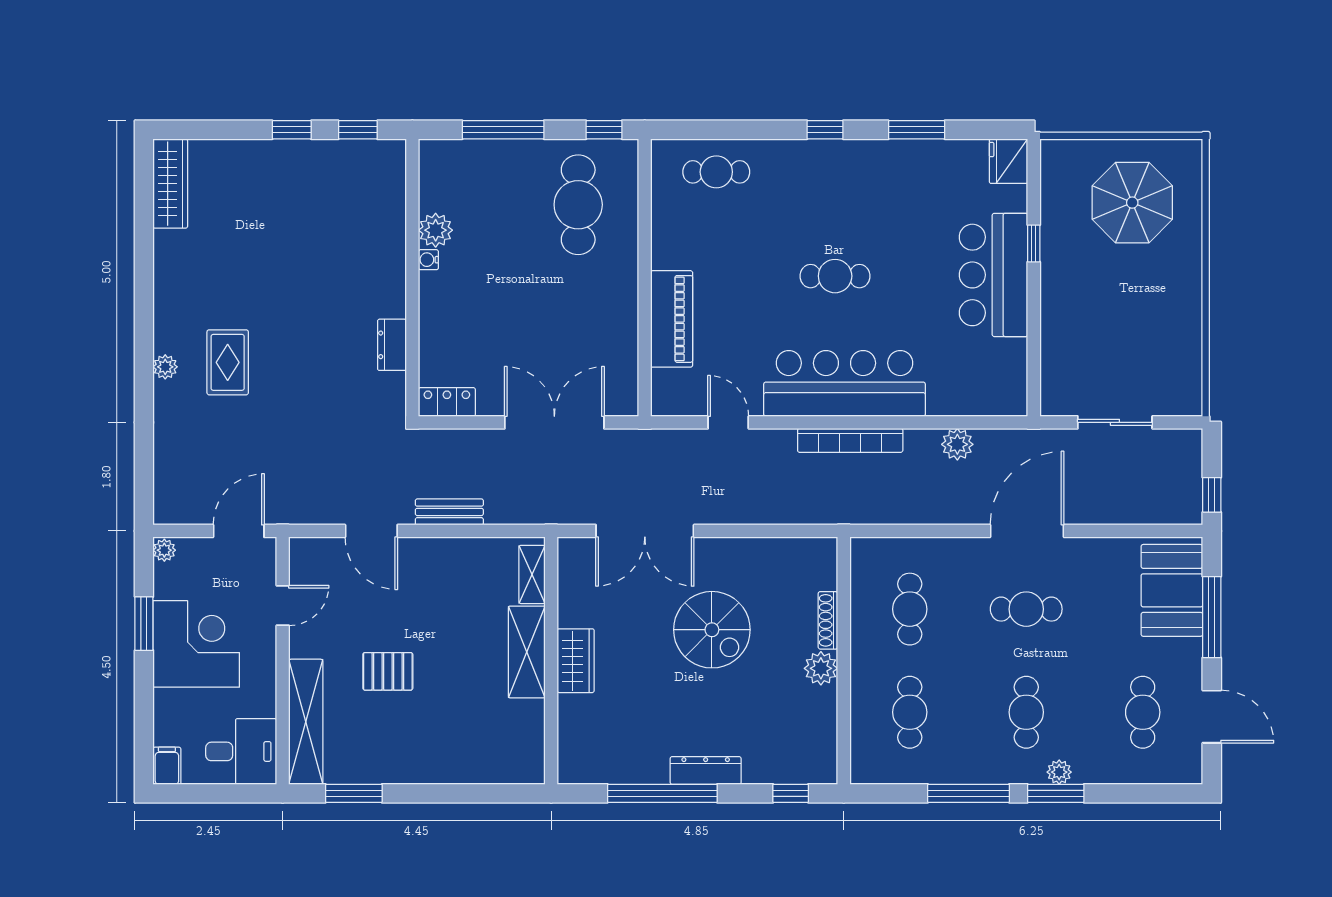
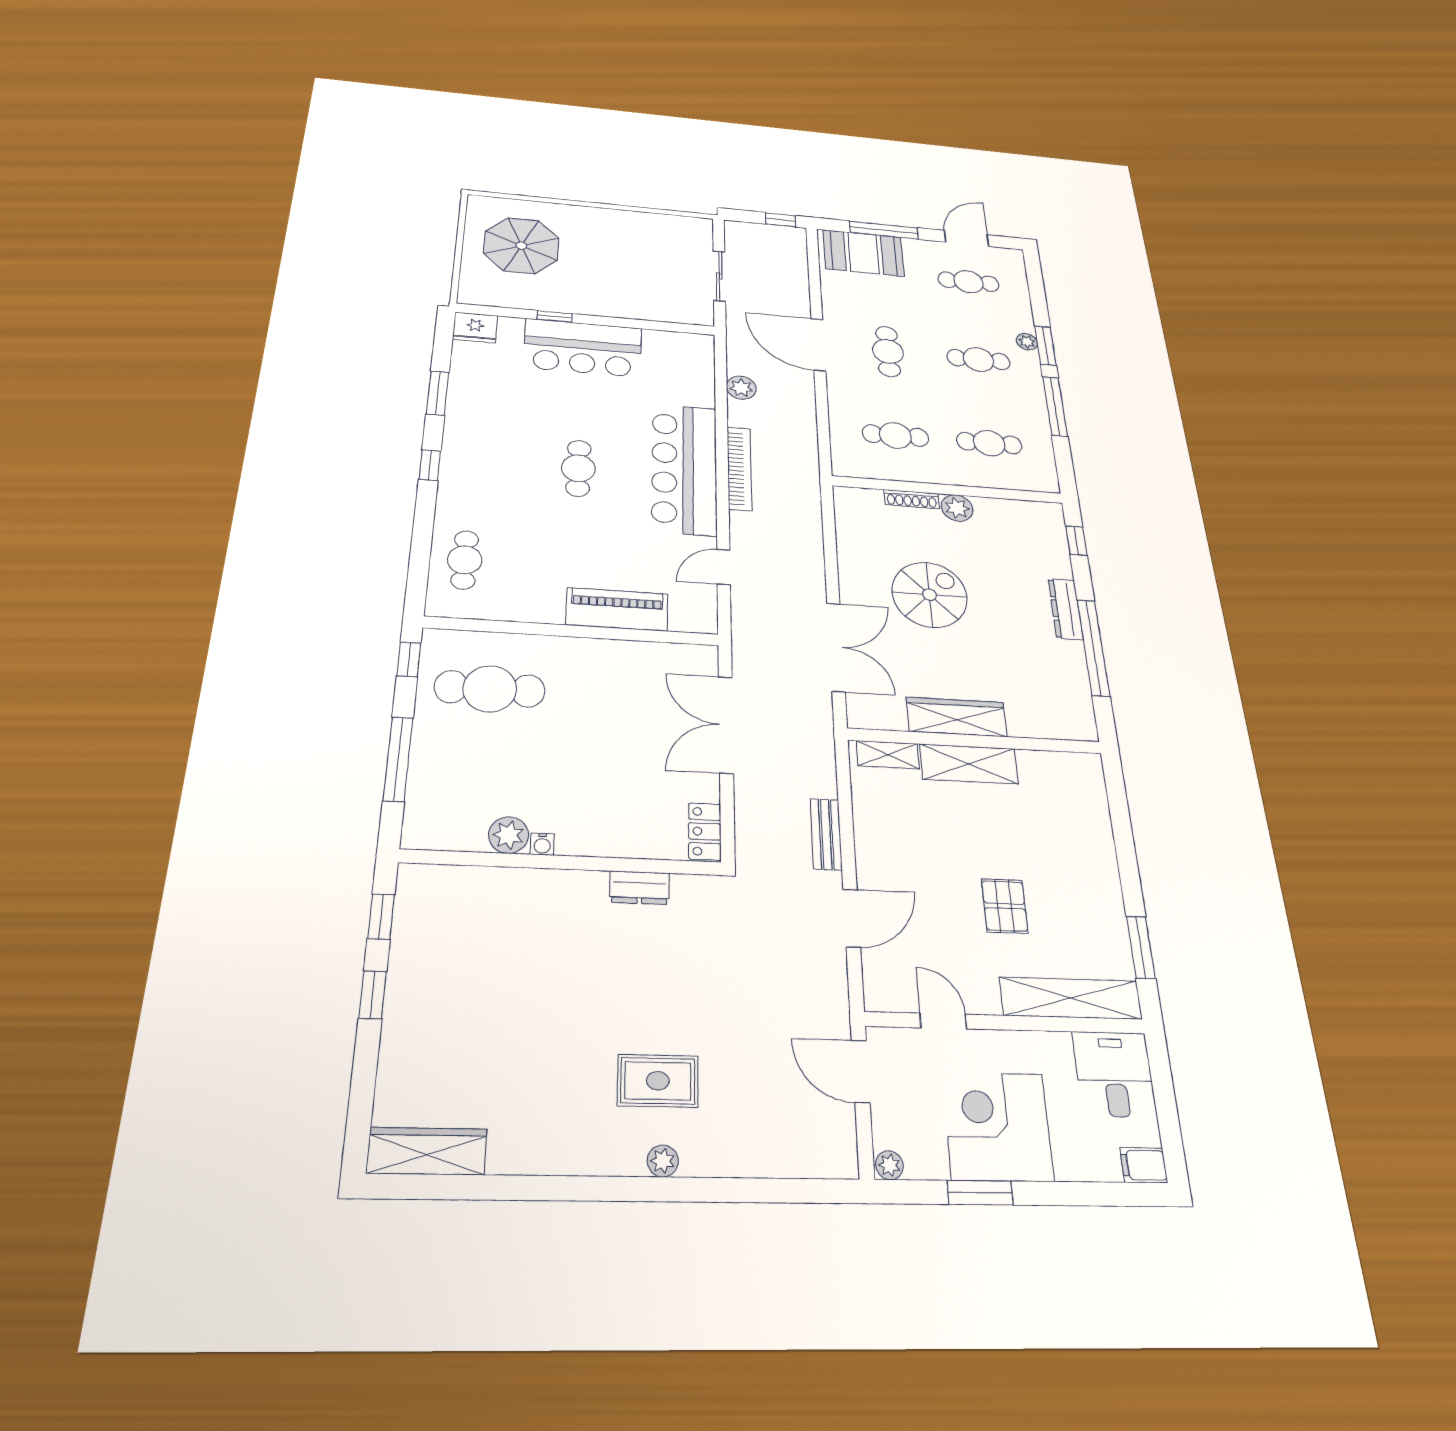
wardrobe: (576, 661) -> (957, 717), width x1.50

